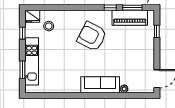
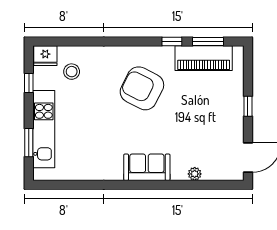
window: (157, 31) -> (248, 106), moved
sofa: (100, 85) -> (147, 167), width x0.73

